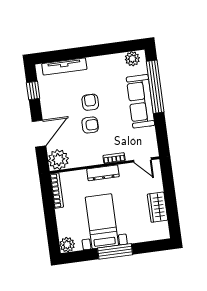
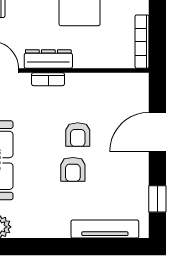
armchair: (90, 125) -> (78, 135), turned -90
plant: (58, 160) -> (133, 88), removed
dresser: (103, 173) -> (48, 59), moved

